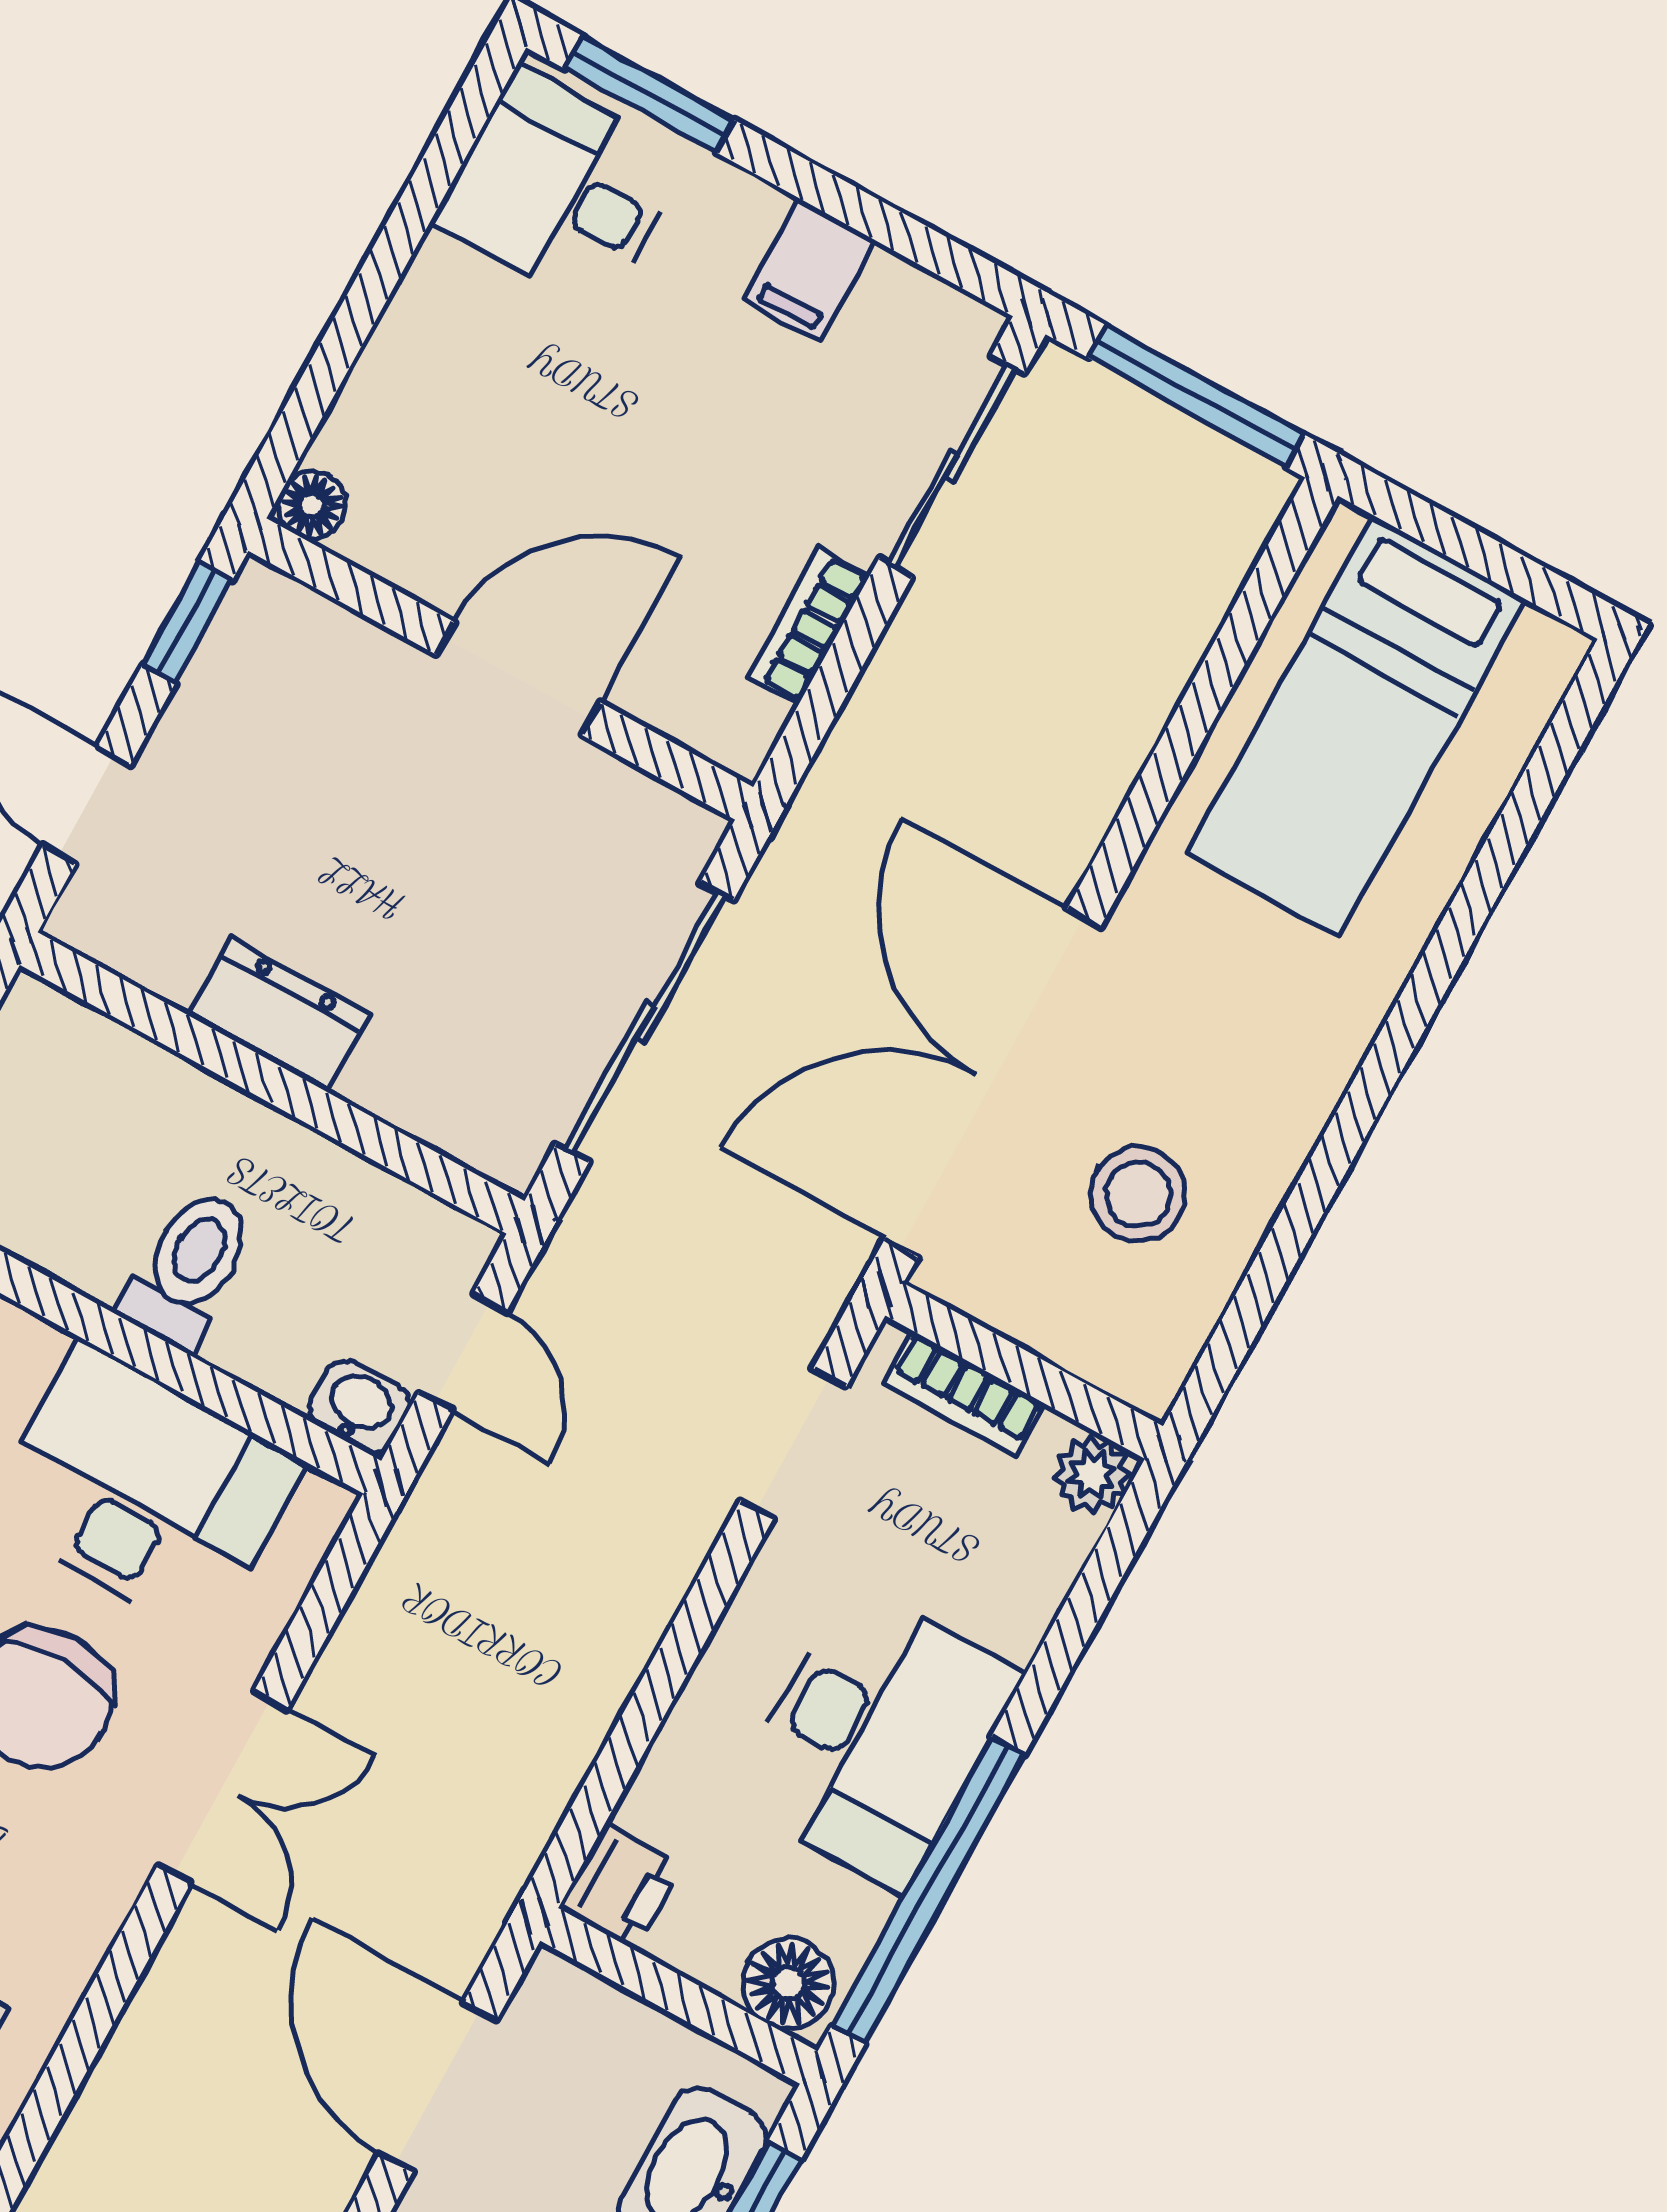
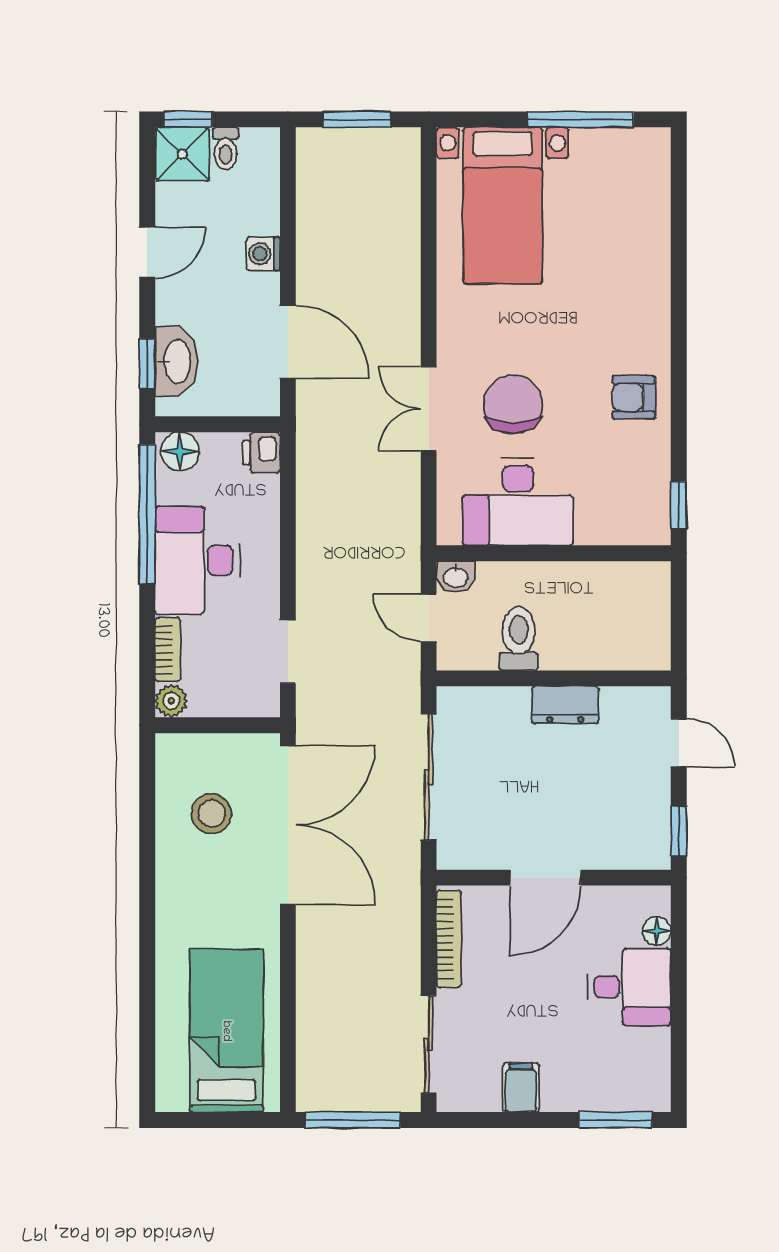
desk: (560, 190) -> (629, 987), moved
floor lamp: (312, 505) -> (657, 931), moved
bookcase: (809, 625) -> (449, 939), width x1.56
toilet: (189, 1268) -> (519, 639), moved, turned 180
bookcase: (964, 1394) -> (168, 649), moved, turned 90

